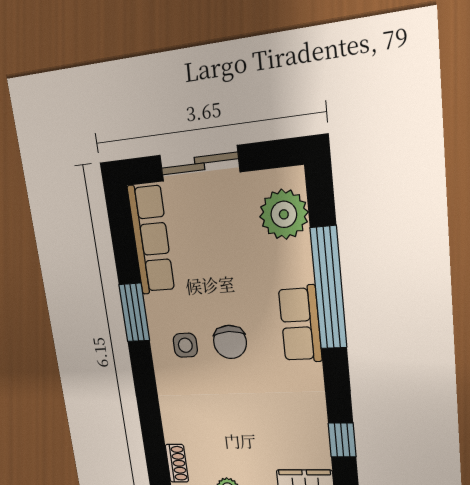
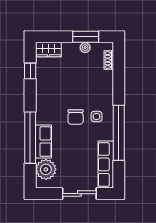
window: (134, 313) -> (119, 133), width x2.11
row of seats: (300, 324) -> (44, 142), moved
chair: (230, 342) -> (76, 117), turned 180

